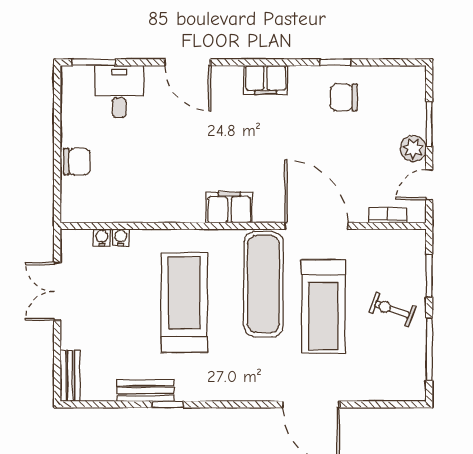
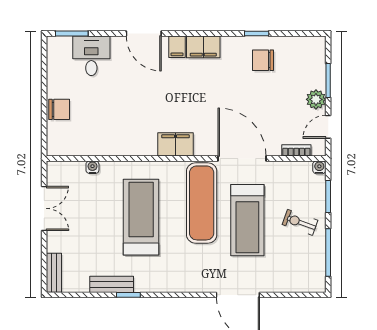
filing cabinet: (231, 80) -> (177, 47), added
water cooler: (102, 237) -> (319, 167), moved
double door: (57, 291) -> (44, 208), swing flipped

